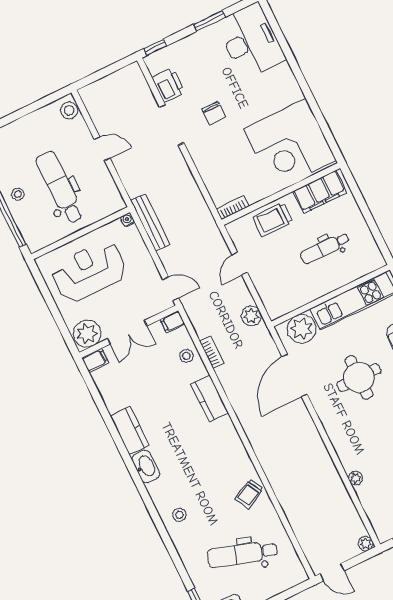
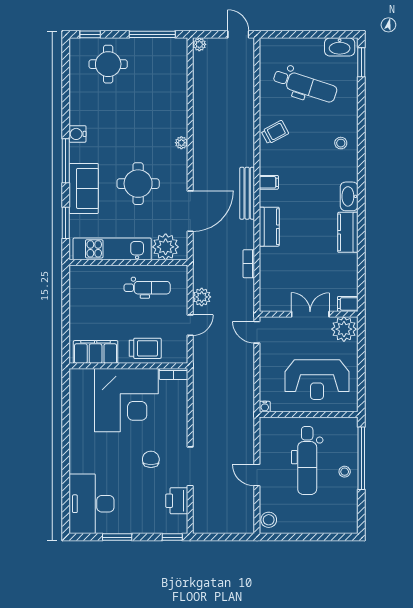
corner desk: (290, 144) -> (126, 400), moved, turned 90
bench: (150, 222) -> (247, 193), moved
dental chair: (325, 248) -> (147, 288), moved
plant: (251, 316) -> (202, 297), moved
filing cabinet: (172, 322) -> (269, 182), moved
stool: (186, 356) -> (271, 271), removed
plant: (355, 478) -> (181, 143), moved

